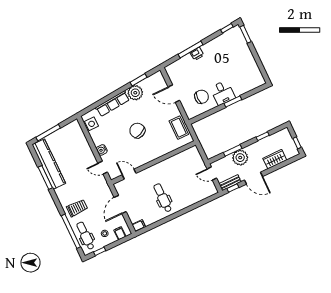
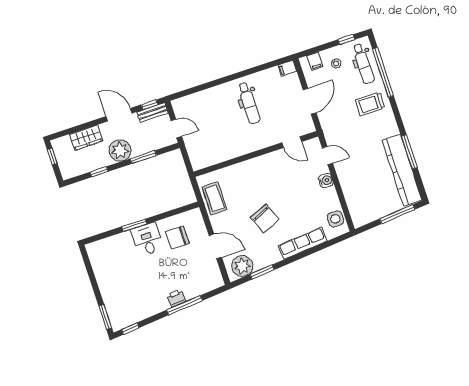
plant: (135, 93) -> (242, 266), moved
chair: (137, 131) -> (265, 218), moved
plant: (240, 158) -> (120, 150), moved

